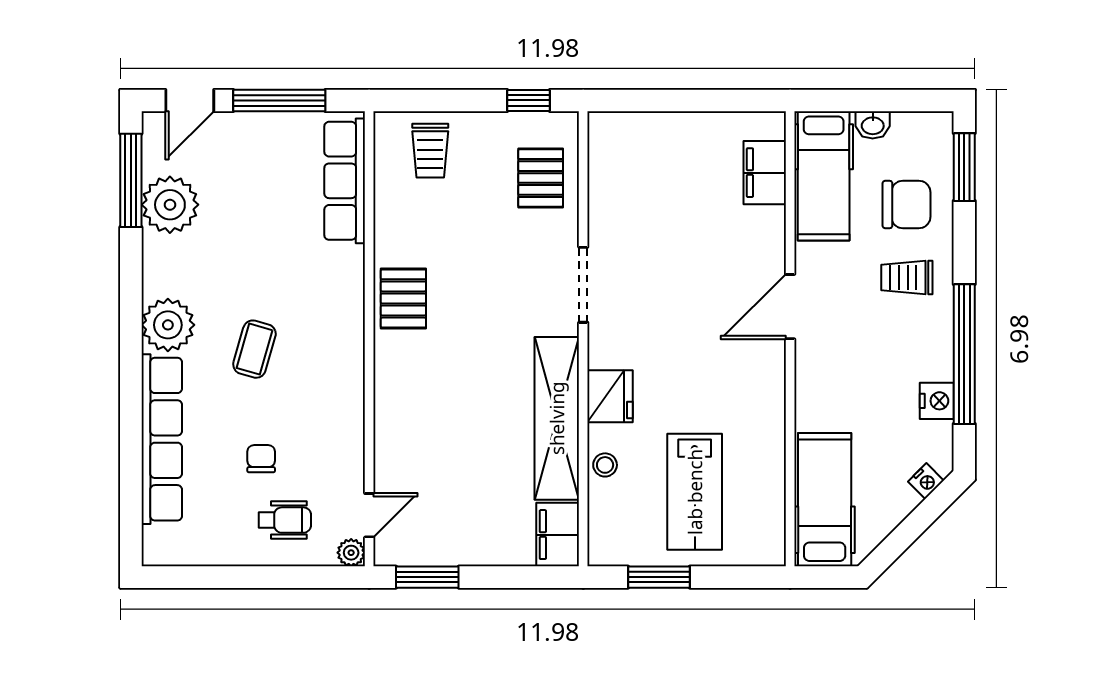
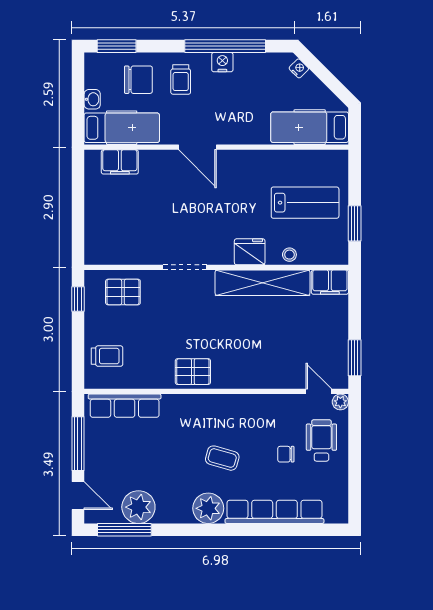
chair: (907, 205) -> (138, 80), turned 90
nightstand: (937, 401) -> (222, 62), moved
wheelchair: (285, 520) -> (321, 440), width x1.36, depth x1.37

